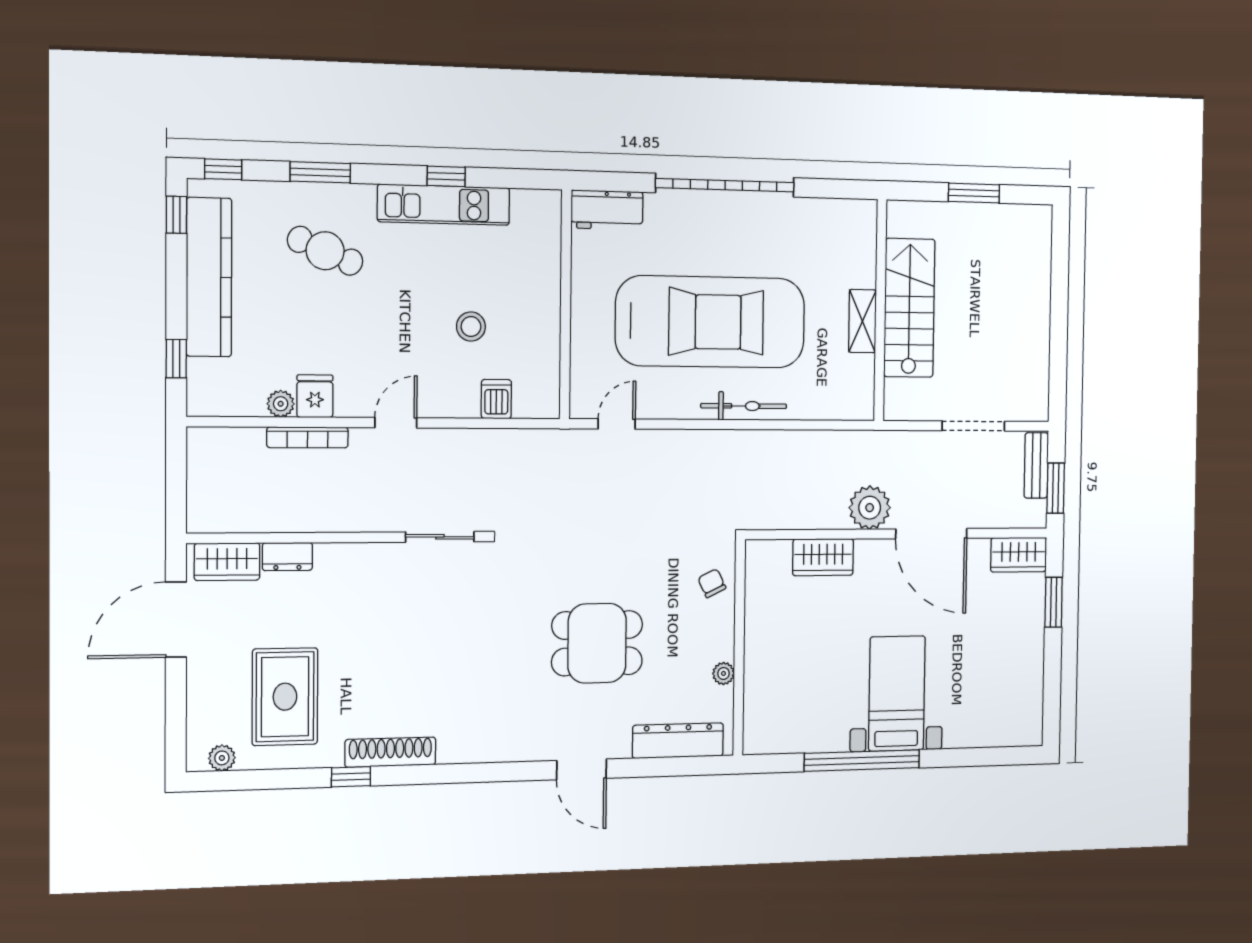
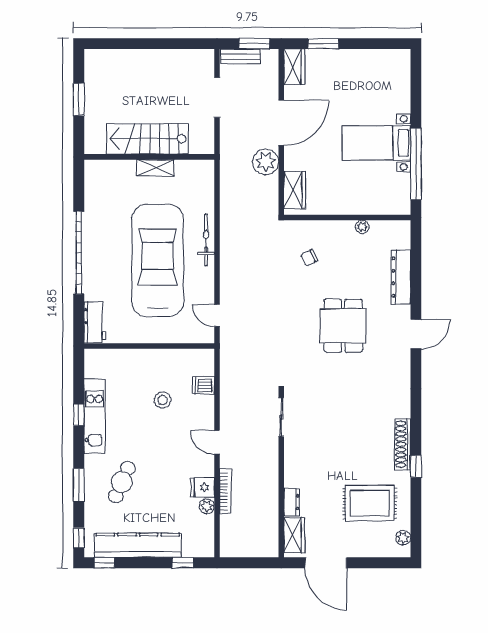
wall: (739, 648) -> (347, 218), moved
plant: (723, 673) -> (362, 227), moved

